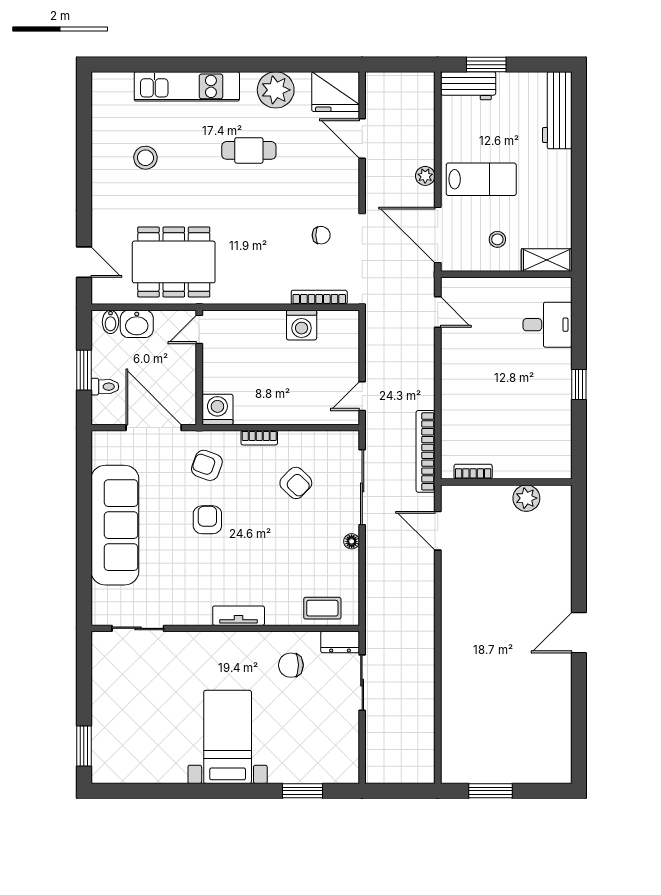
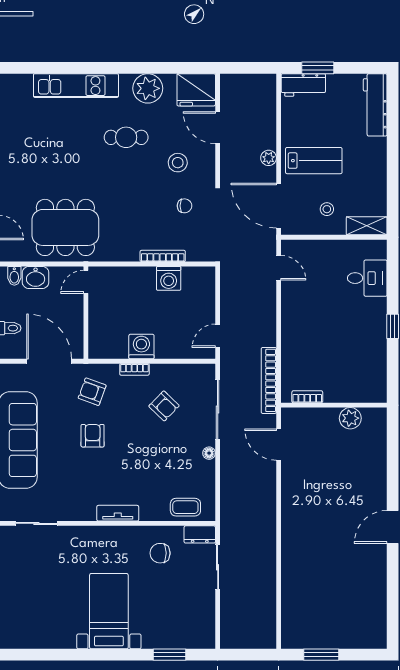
stool: (145, 158) -> (178, 163), moved
bookcase: (319, 297) -> (163, 256), moved
washing machine: (217, 409) -> (141, 347), moved

